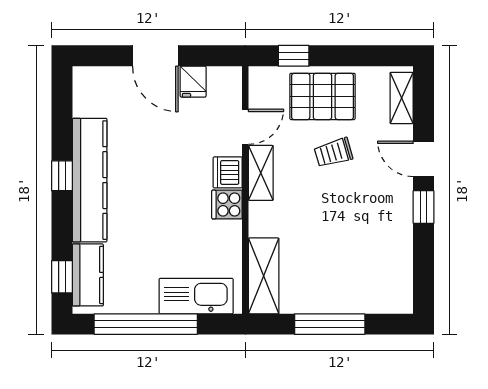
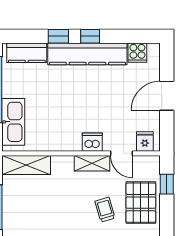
fridge: (193, 82) -> (145, 141), moved, turned 90
cooker: (227, 205) -> (137, 53), moved, turned 180
window: (62, 277) -> (58, 36), moved

